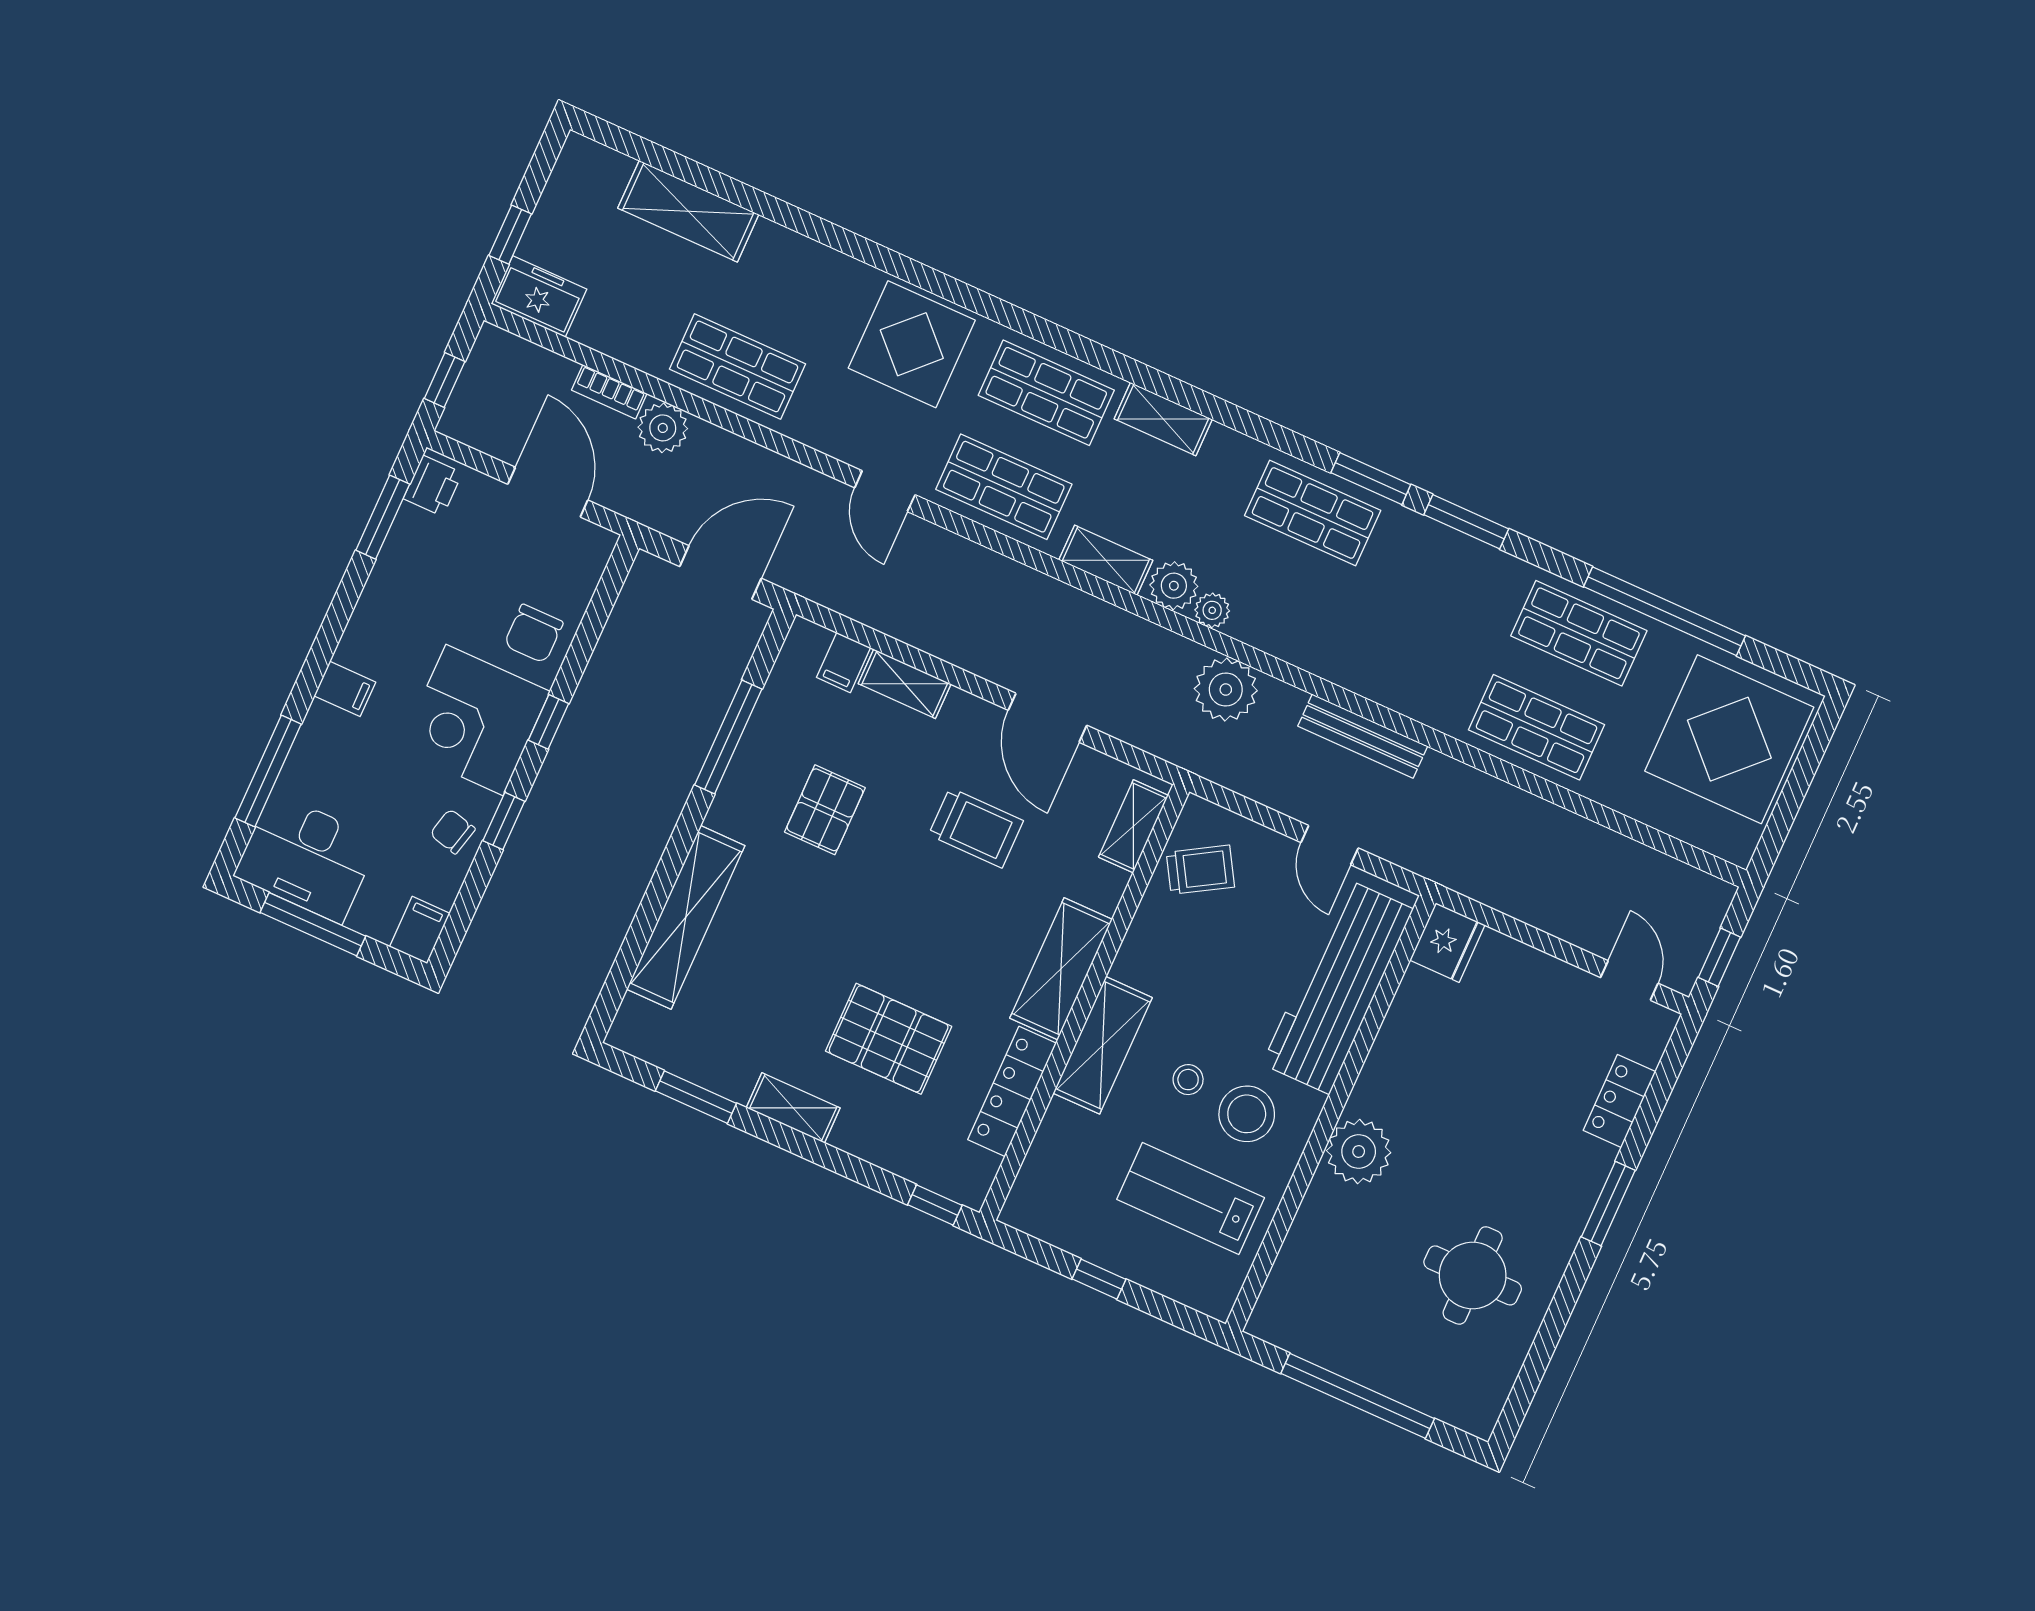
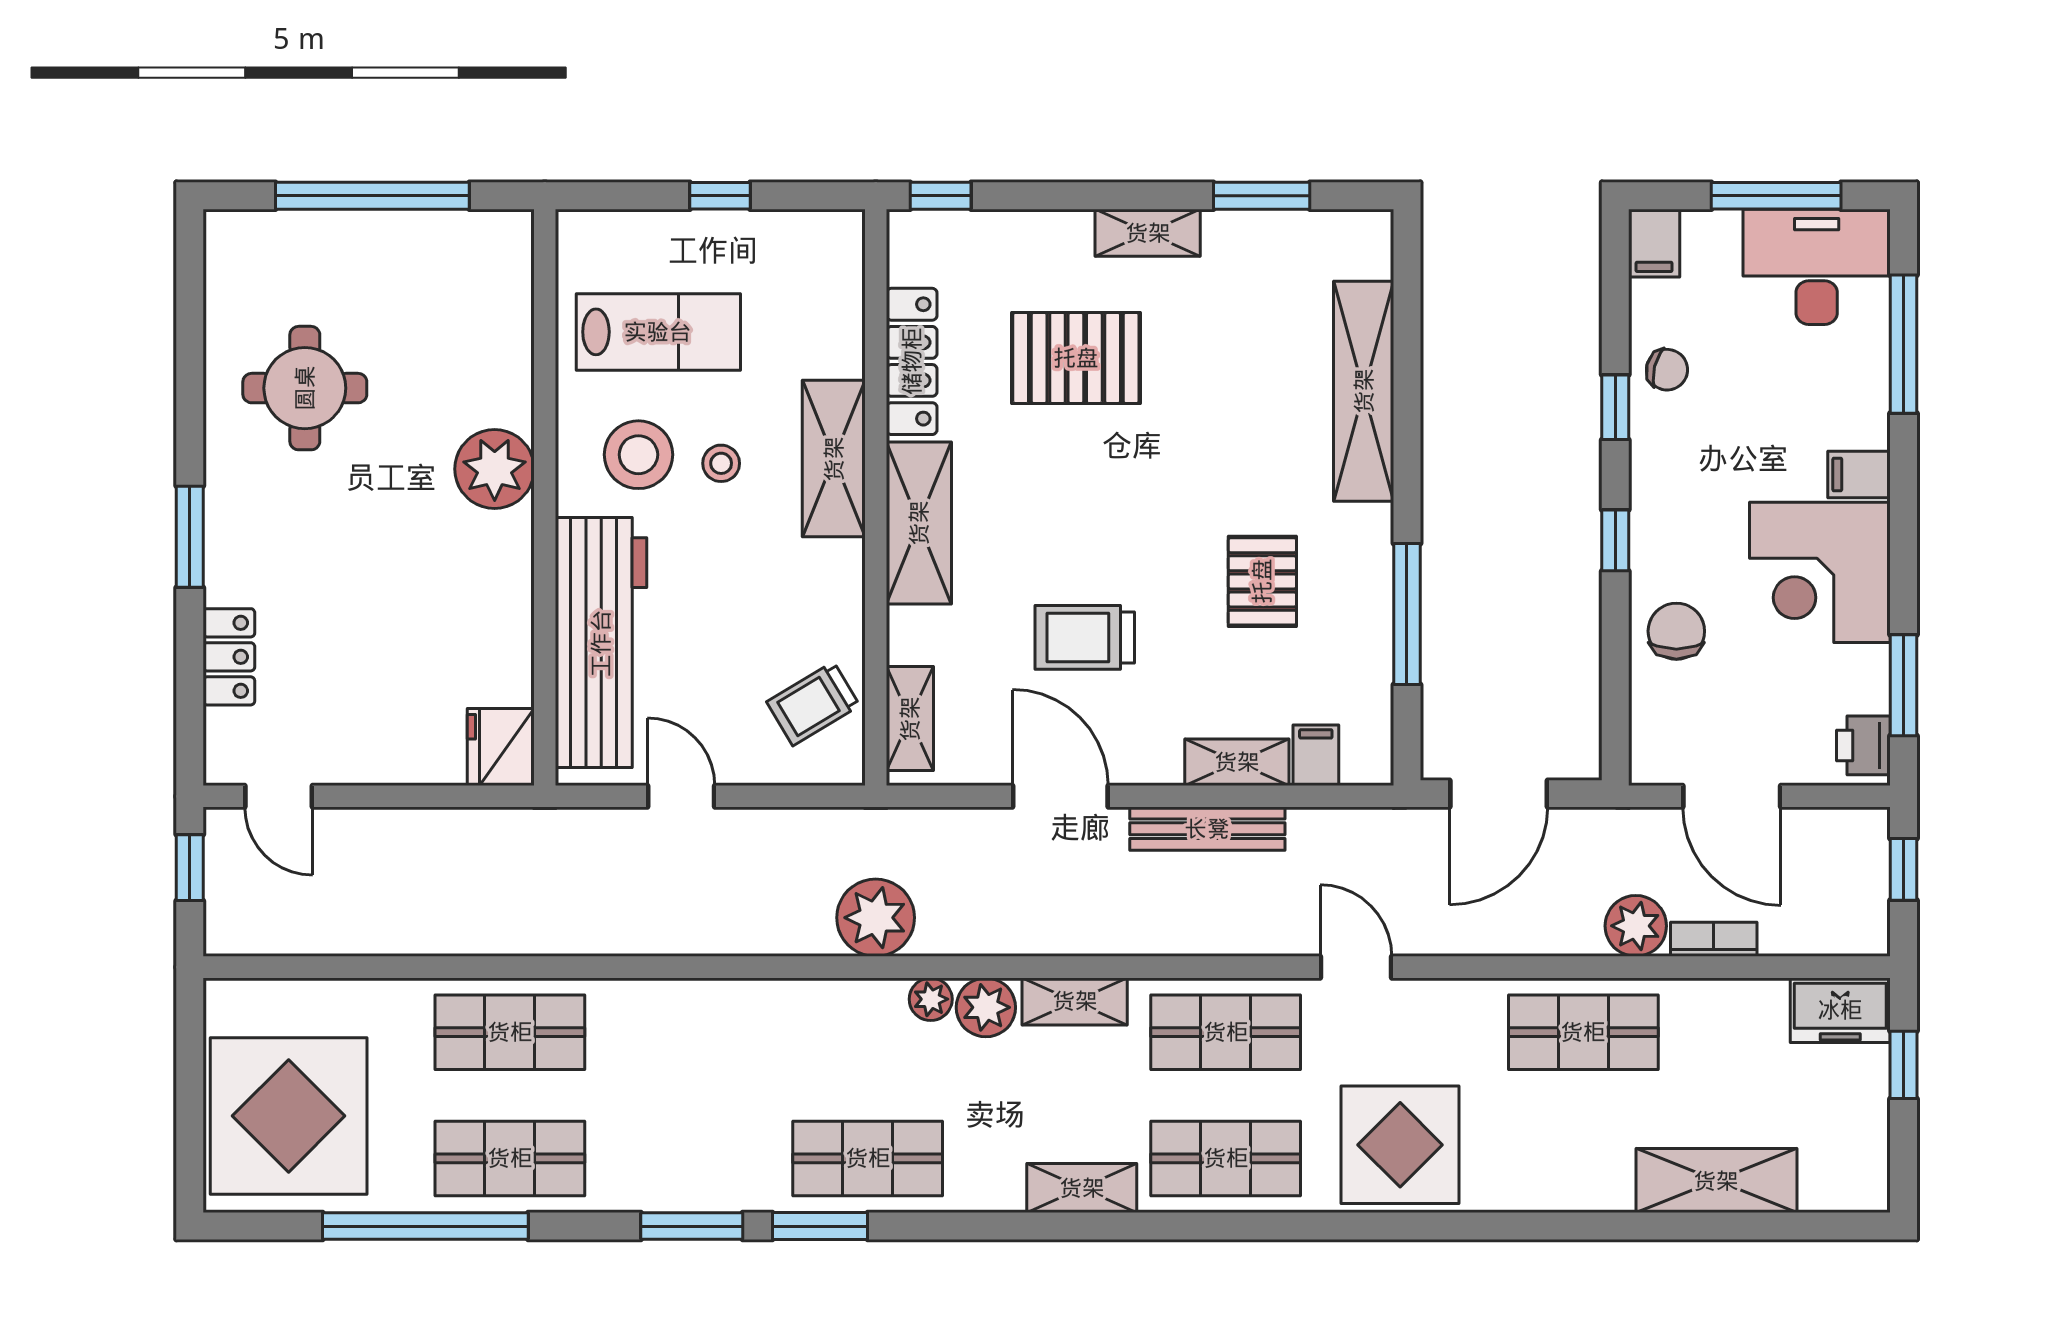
corner desk: (474, 720) -> (1820, 572), moved, turned 180
bench: (1363, 736) -> (1207, 829), moved

